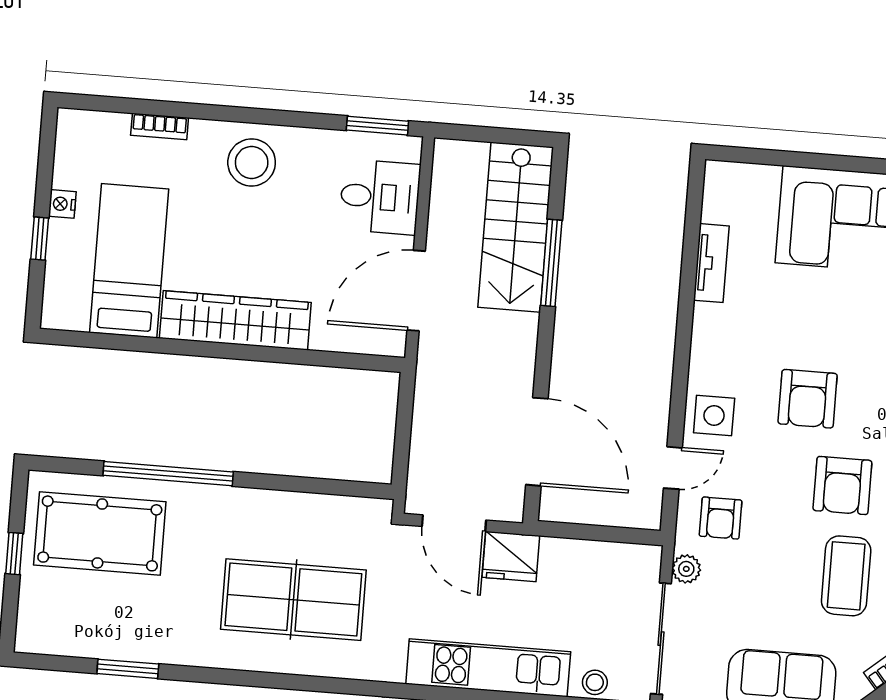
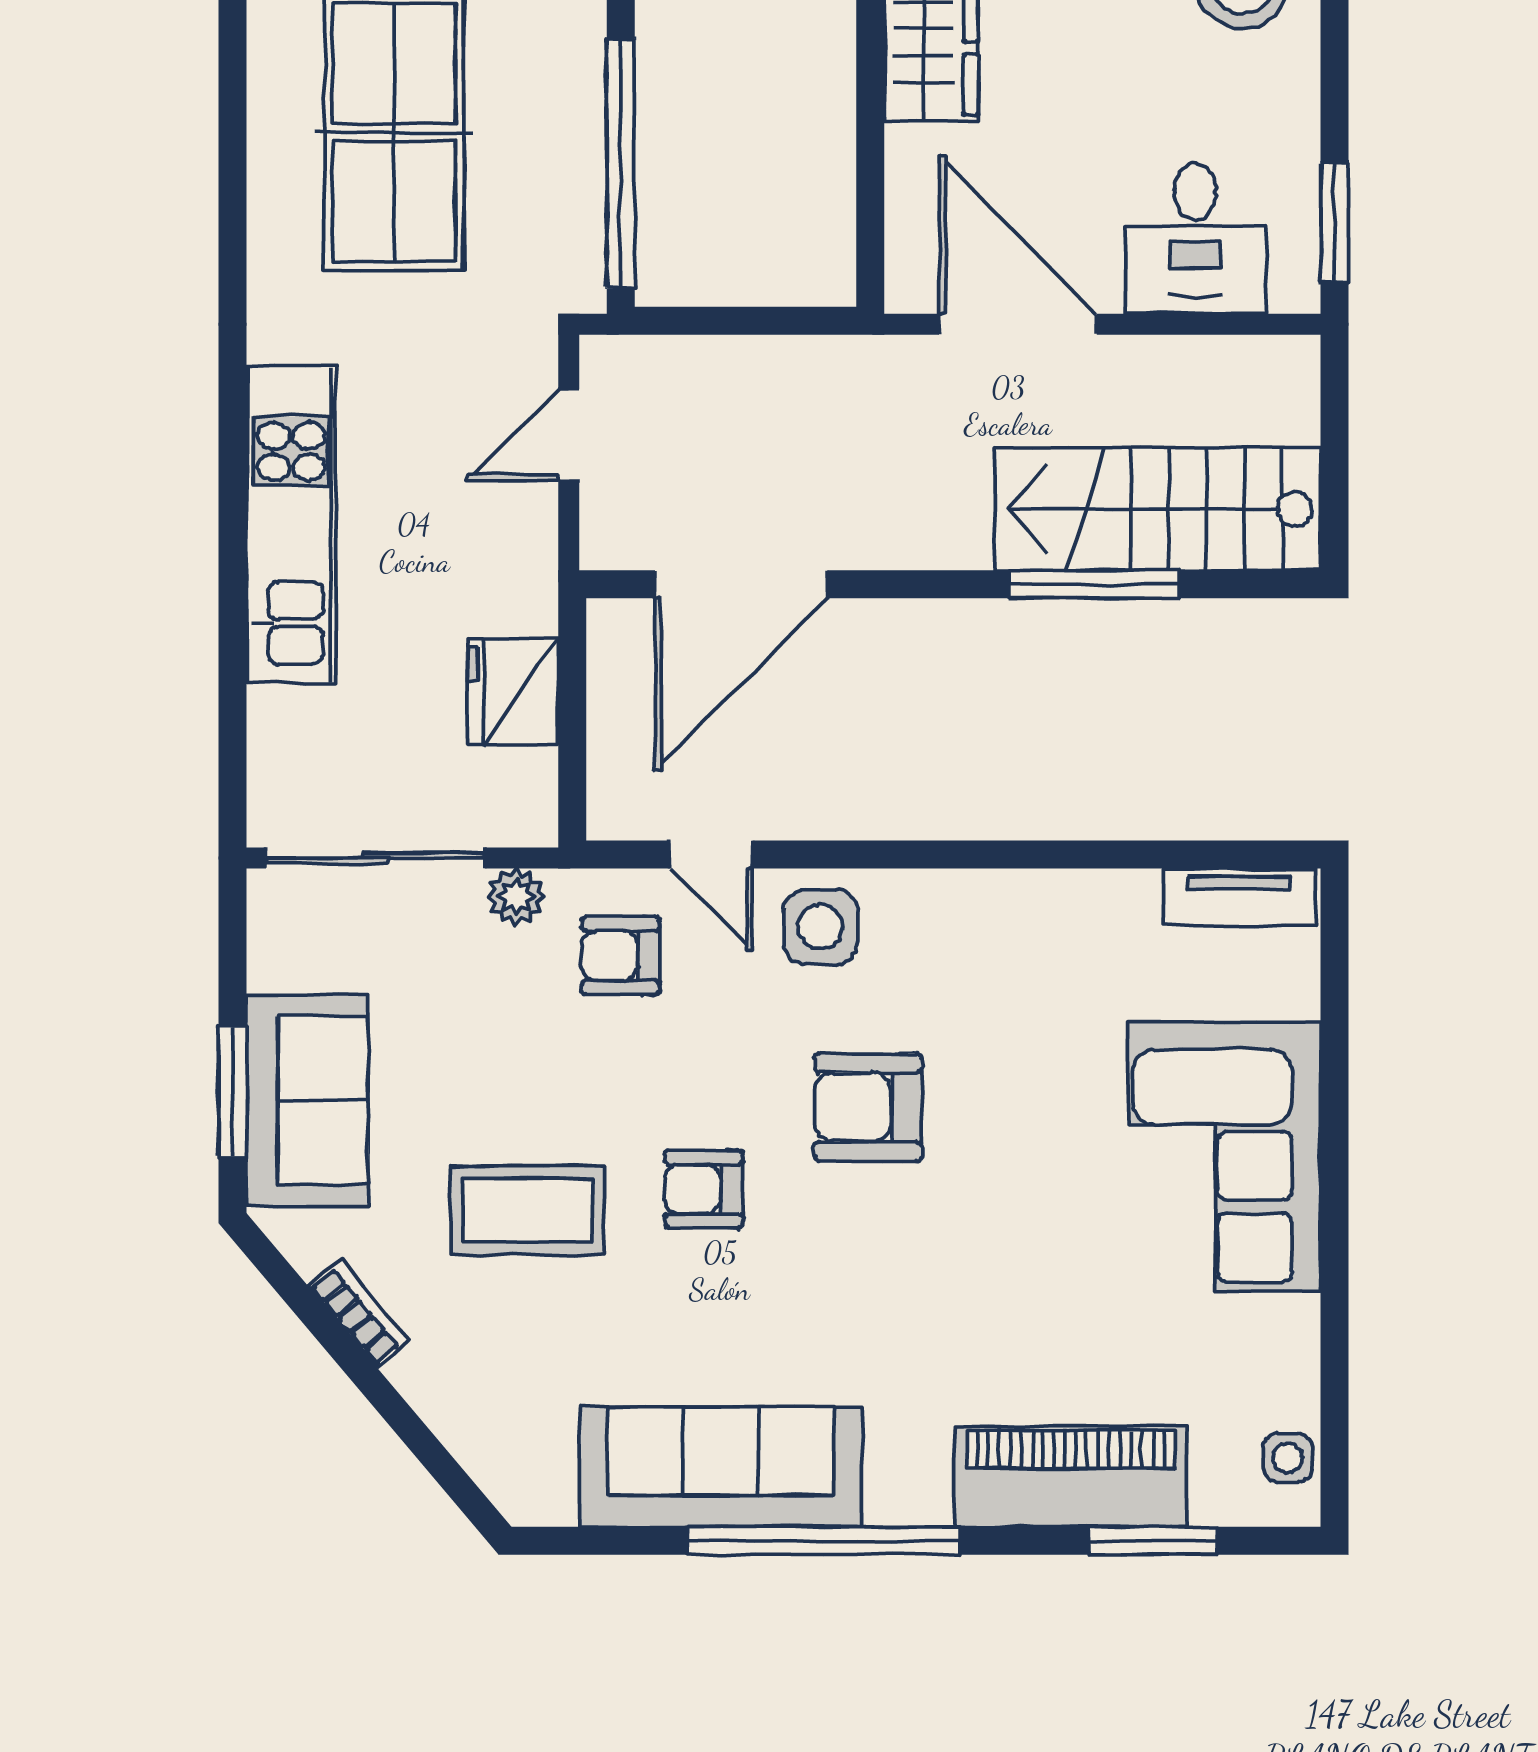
tv unit: (711, 263) -> (1239, 897), moved
window: (318, 486) -> (621, 163), added
armchair: (842, 486) -> (704, 1189), width x0.72, depth x0.72
door: (454, 523) -> (569, 435), width x0.73
fridge: (511, 556) -> (513, 692), moved
stool: (595, 682) -> (279, 736), removed

